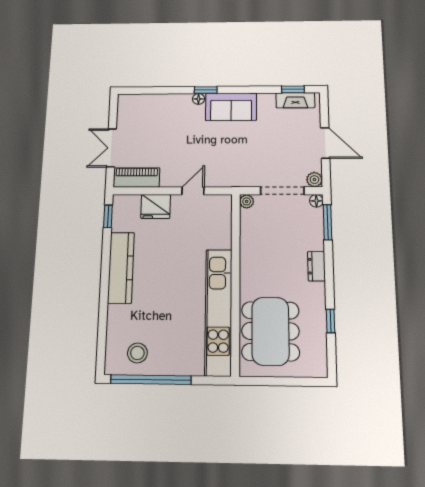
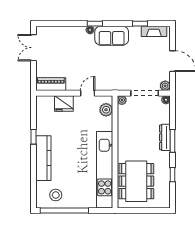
window: (293, 89) -> (140, 24), moved
double door: (111, 148) -> (33, 48), moved
window: (108, 216) -> (33, 137), moved
plant: (222, 216) -> (106, 110), added
window: (327, 222) -> (173, 141), moved
dresser: (316, 266) -> (165, 137), width x1.44
kitchen counter: (121, 268) -> (43, 158), moved

